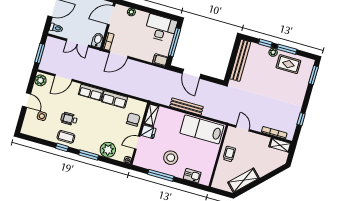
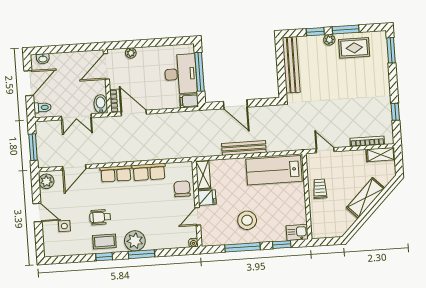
desk: (161, 28) -> (181, 74), moved, turned 90
door: (119, 55) -> (134, 113), swing flipped
plant: (108, 150) -> (135, 241), moved
kitchen sink: (192, 176) -> (297, 232), moved
shelving: (243, 180) -> (366, 198), moved
window: (189, 183) -> (282, 245), added

